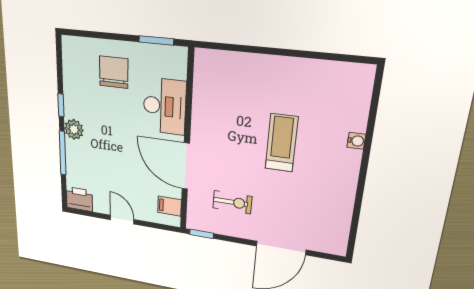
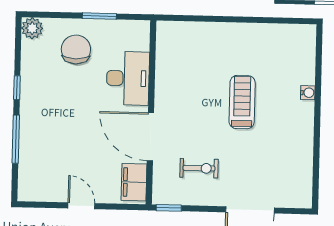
window: (156, 40) -> (99, 16), moved
plant: (74, 129) -> (32, 28), moved
printer: (79, 199) -> (32, 189), removed
filing cabinet: (169, 206) -> (134, 182), width x2.00

